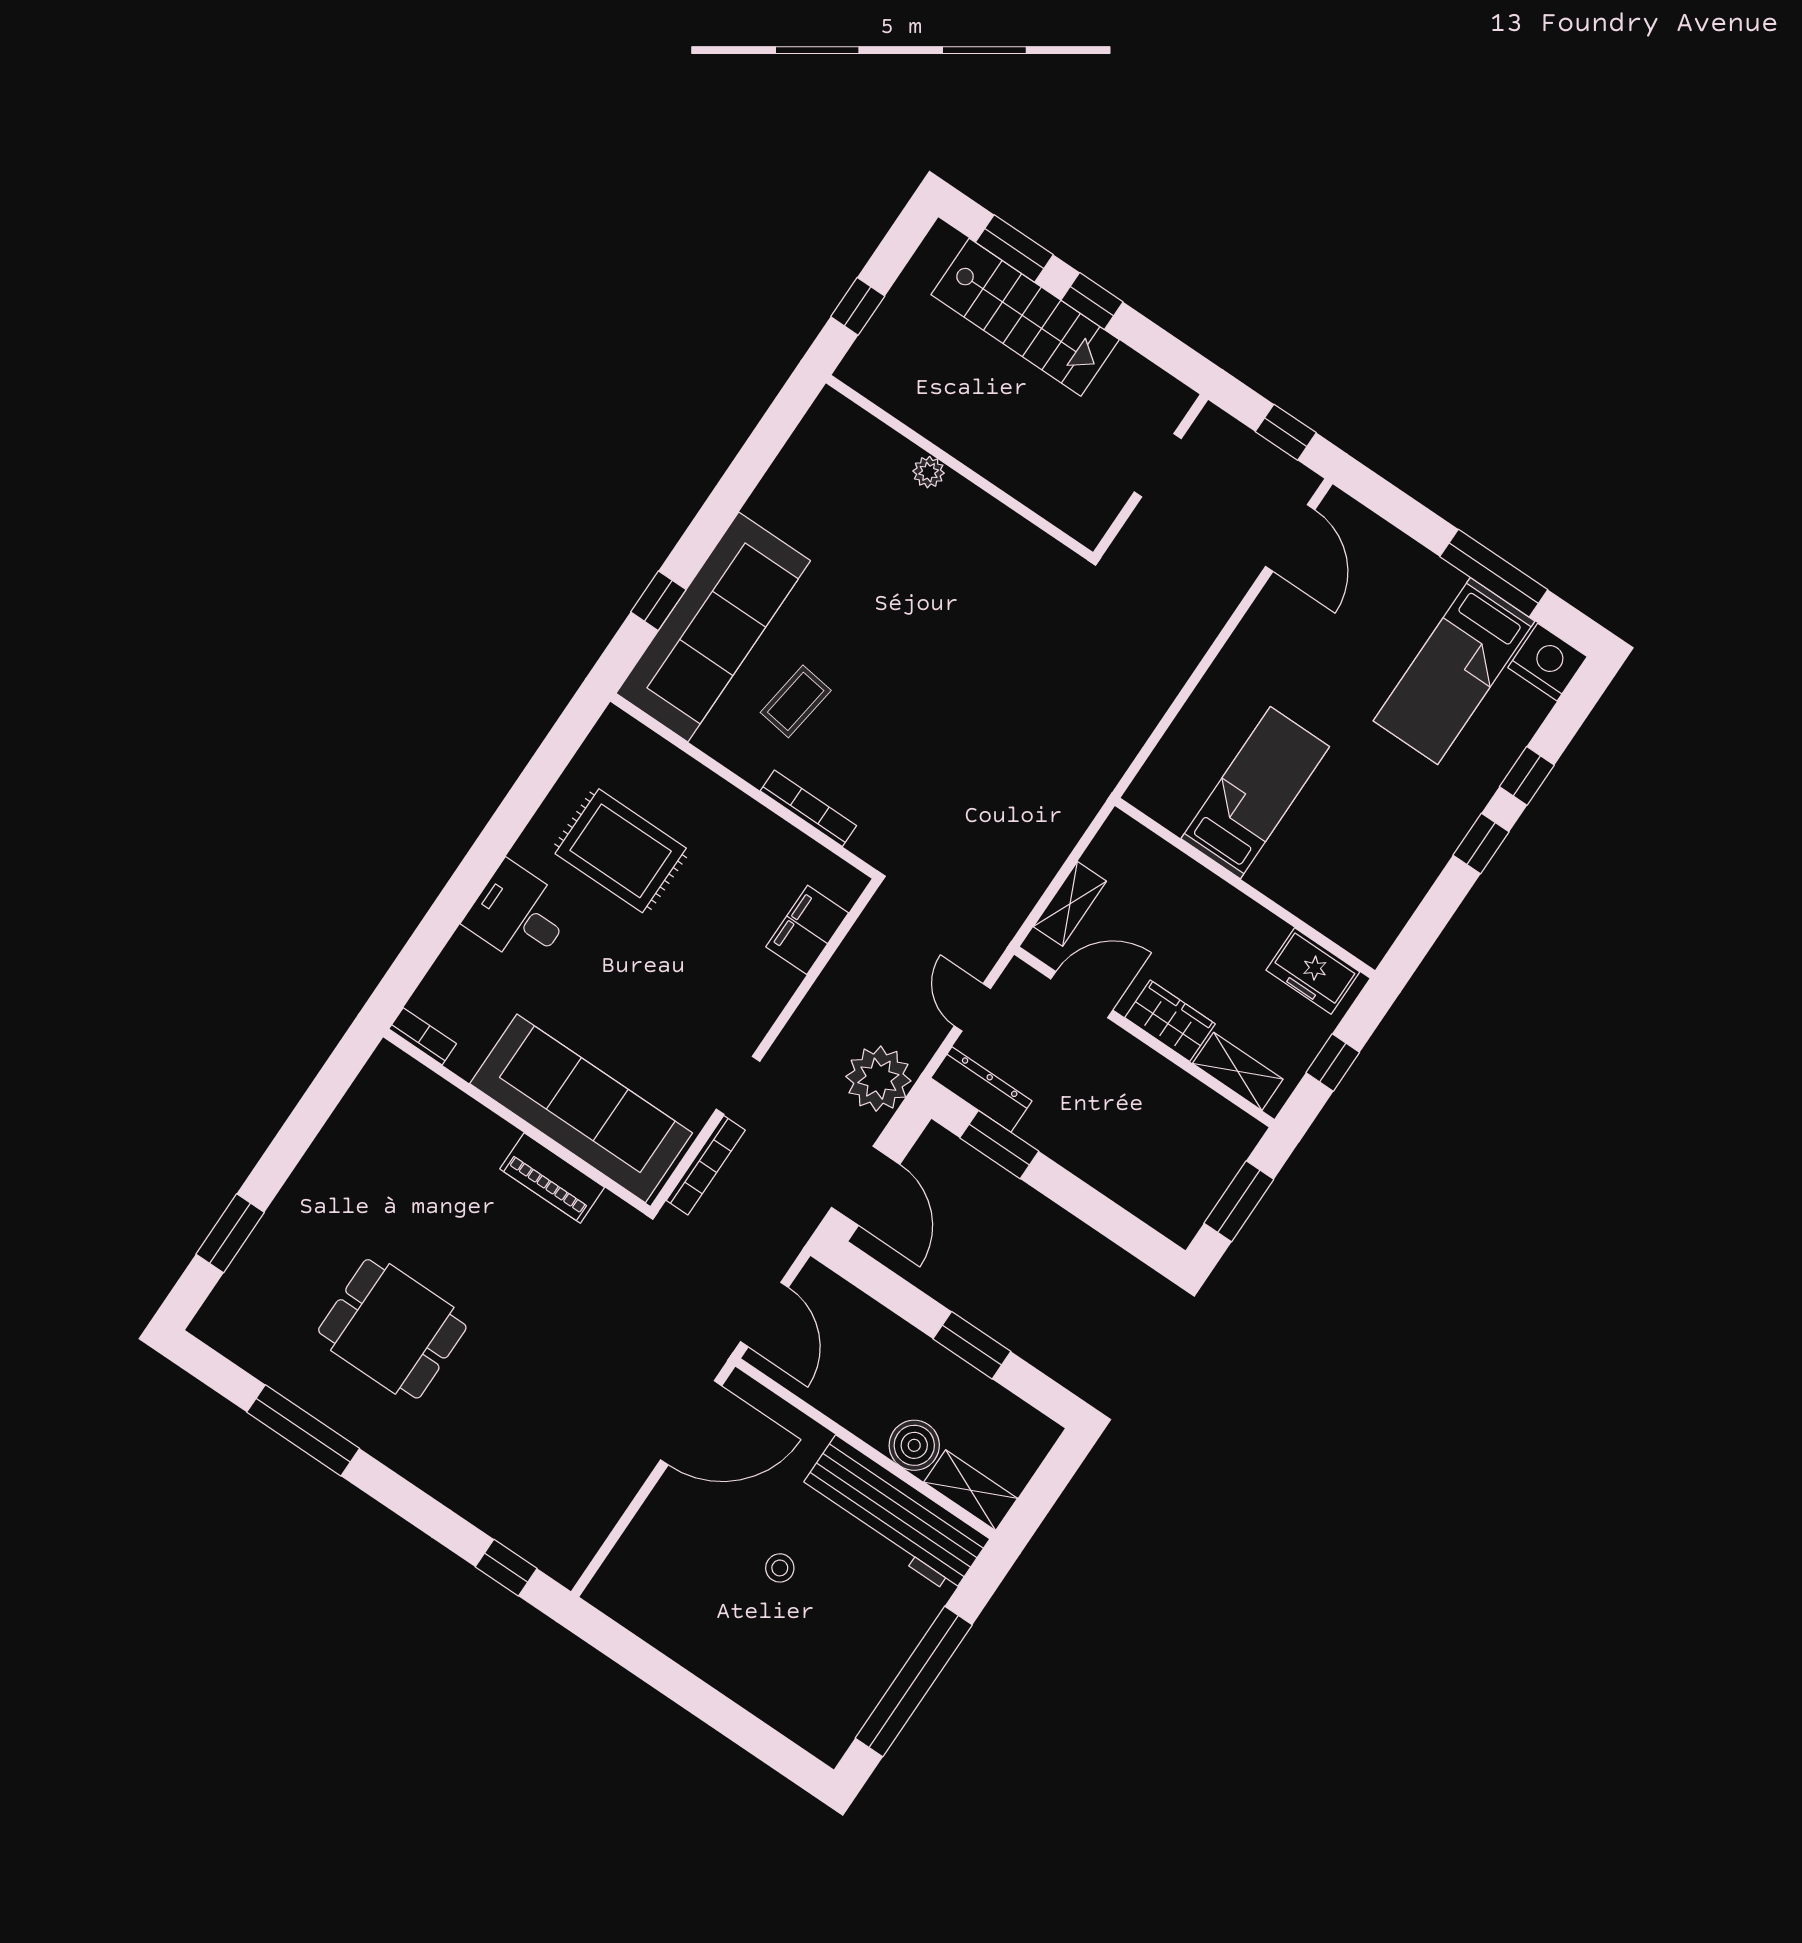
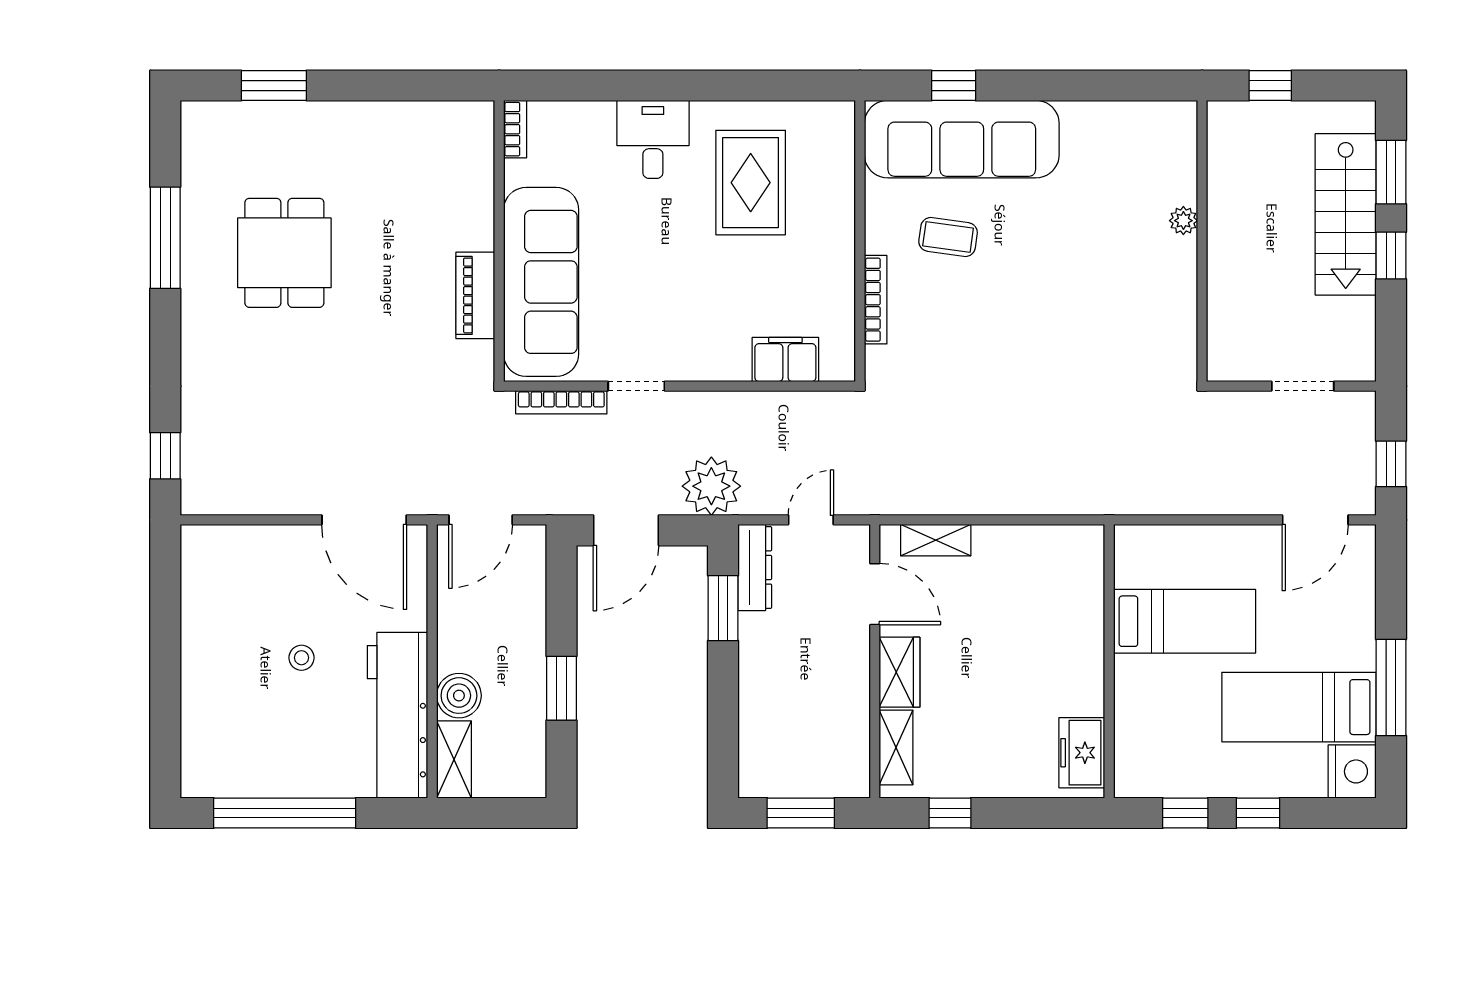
bed: (1255, 793) -> (1185, 621), moved
wall: (1245, 888) -> (1109, 661), moved
freezer: (1313, 971) -> (1082, 753), moved

